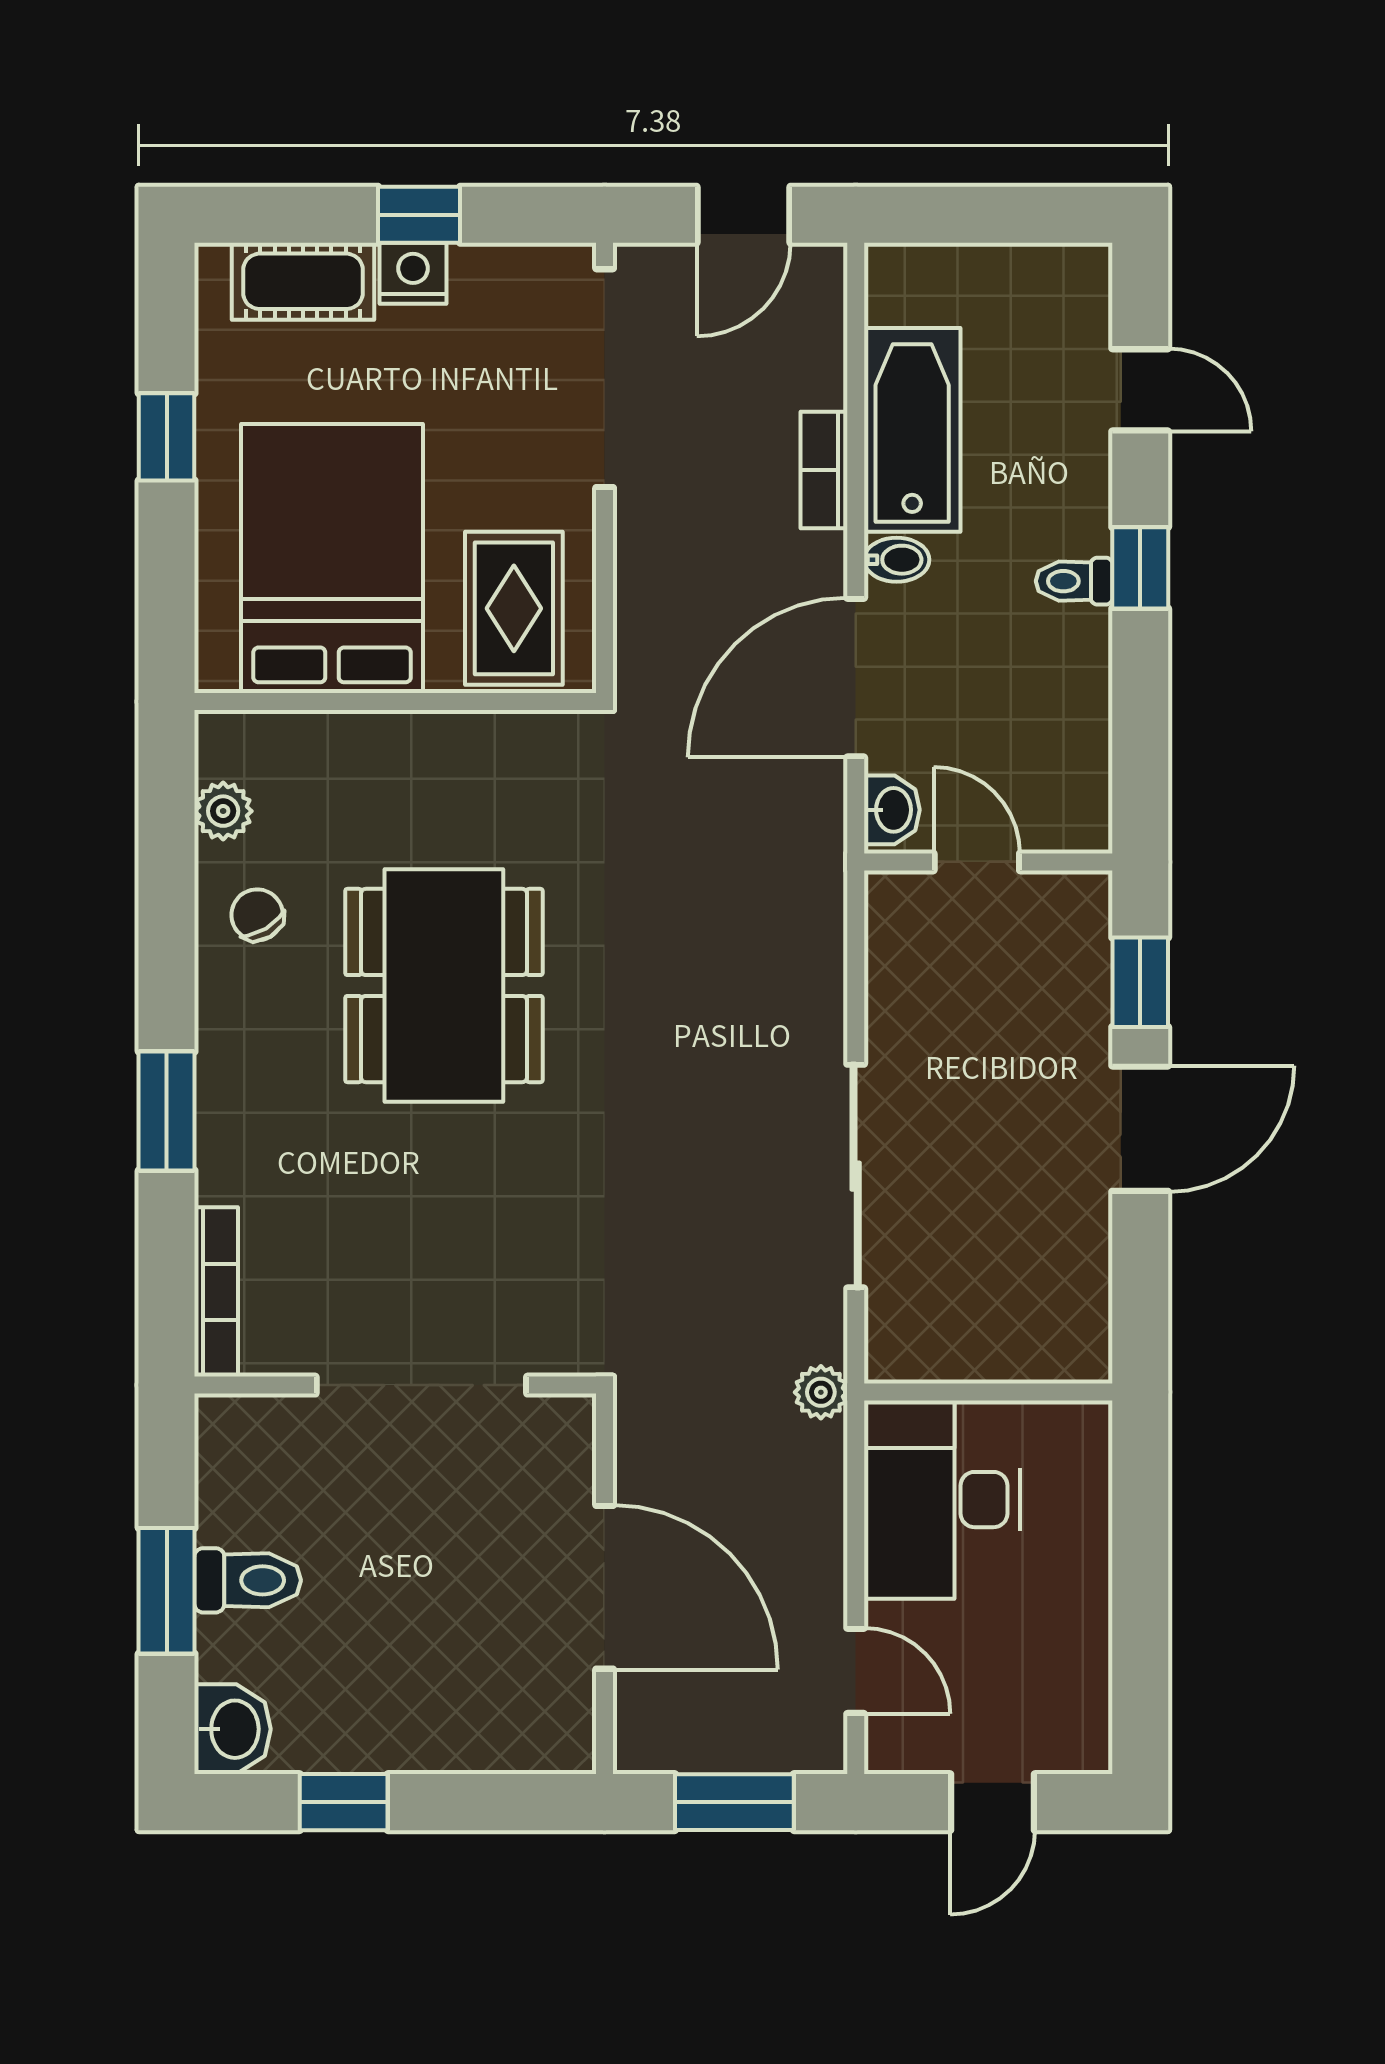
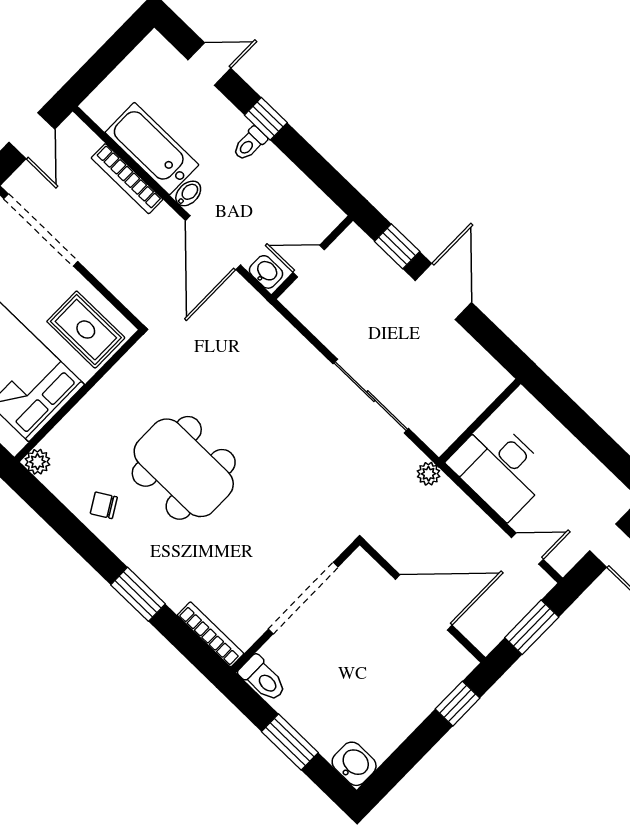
bookcase: (824, 470) -> (127, 179), width x1.56
plant: (223, 811) -> (38, 462), moved
toilet: (248, 1580) -> (263, 679), moved, turned 90
window: (344, 1802) -> (458, 704), moved

